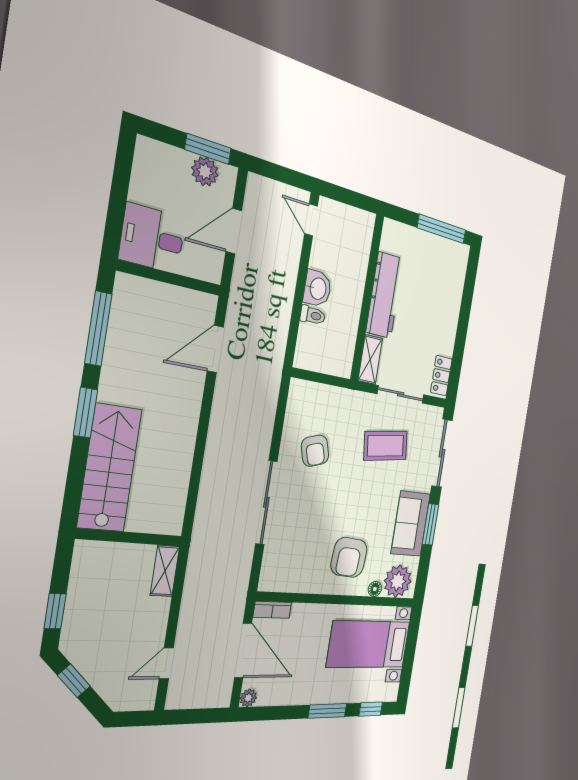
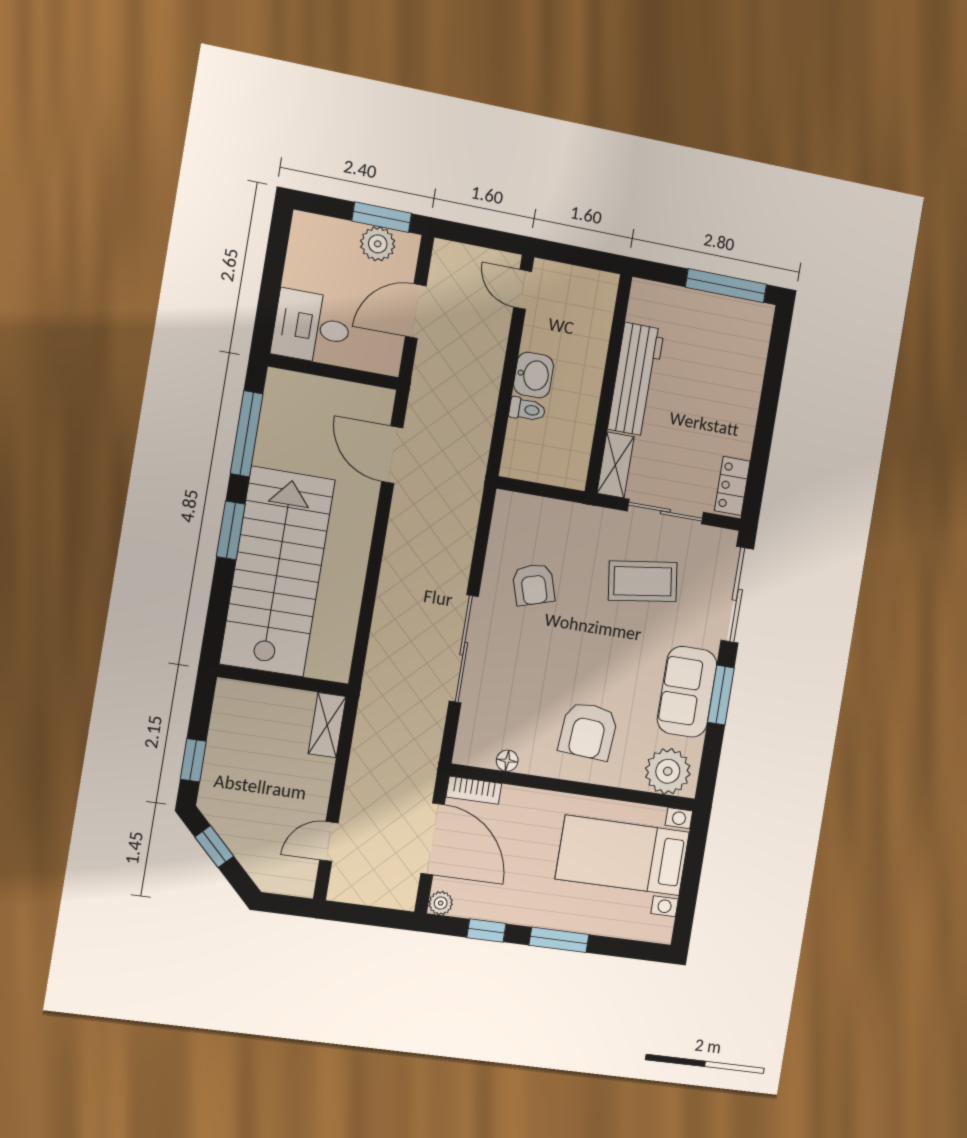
door: (215, 349) -> (392, 455), hinge flipped
stairs: (110, 468) -> (277, 572), width x1.36, depth x1.51
floor lamp: (375, 589) -> (507, 761), moved
window: (371, 709) -> (486, 931), moved

